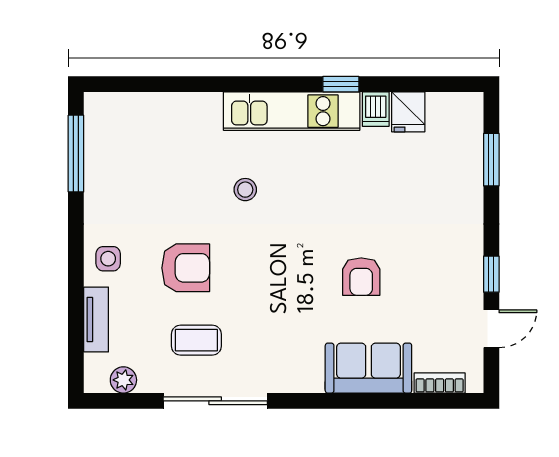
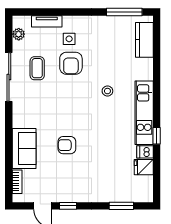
kitchen counter: (136, 111) -> (144, 40), added
side table: (108, 259) -> (69, 39), moved

